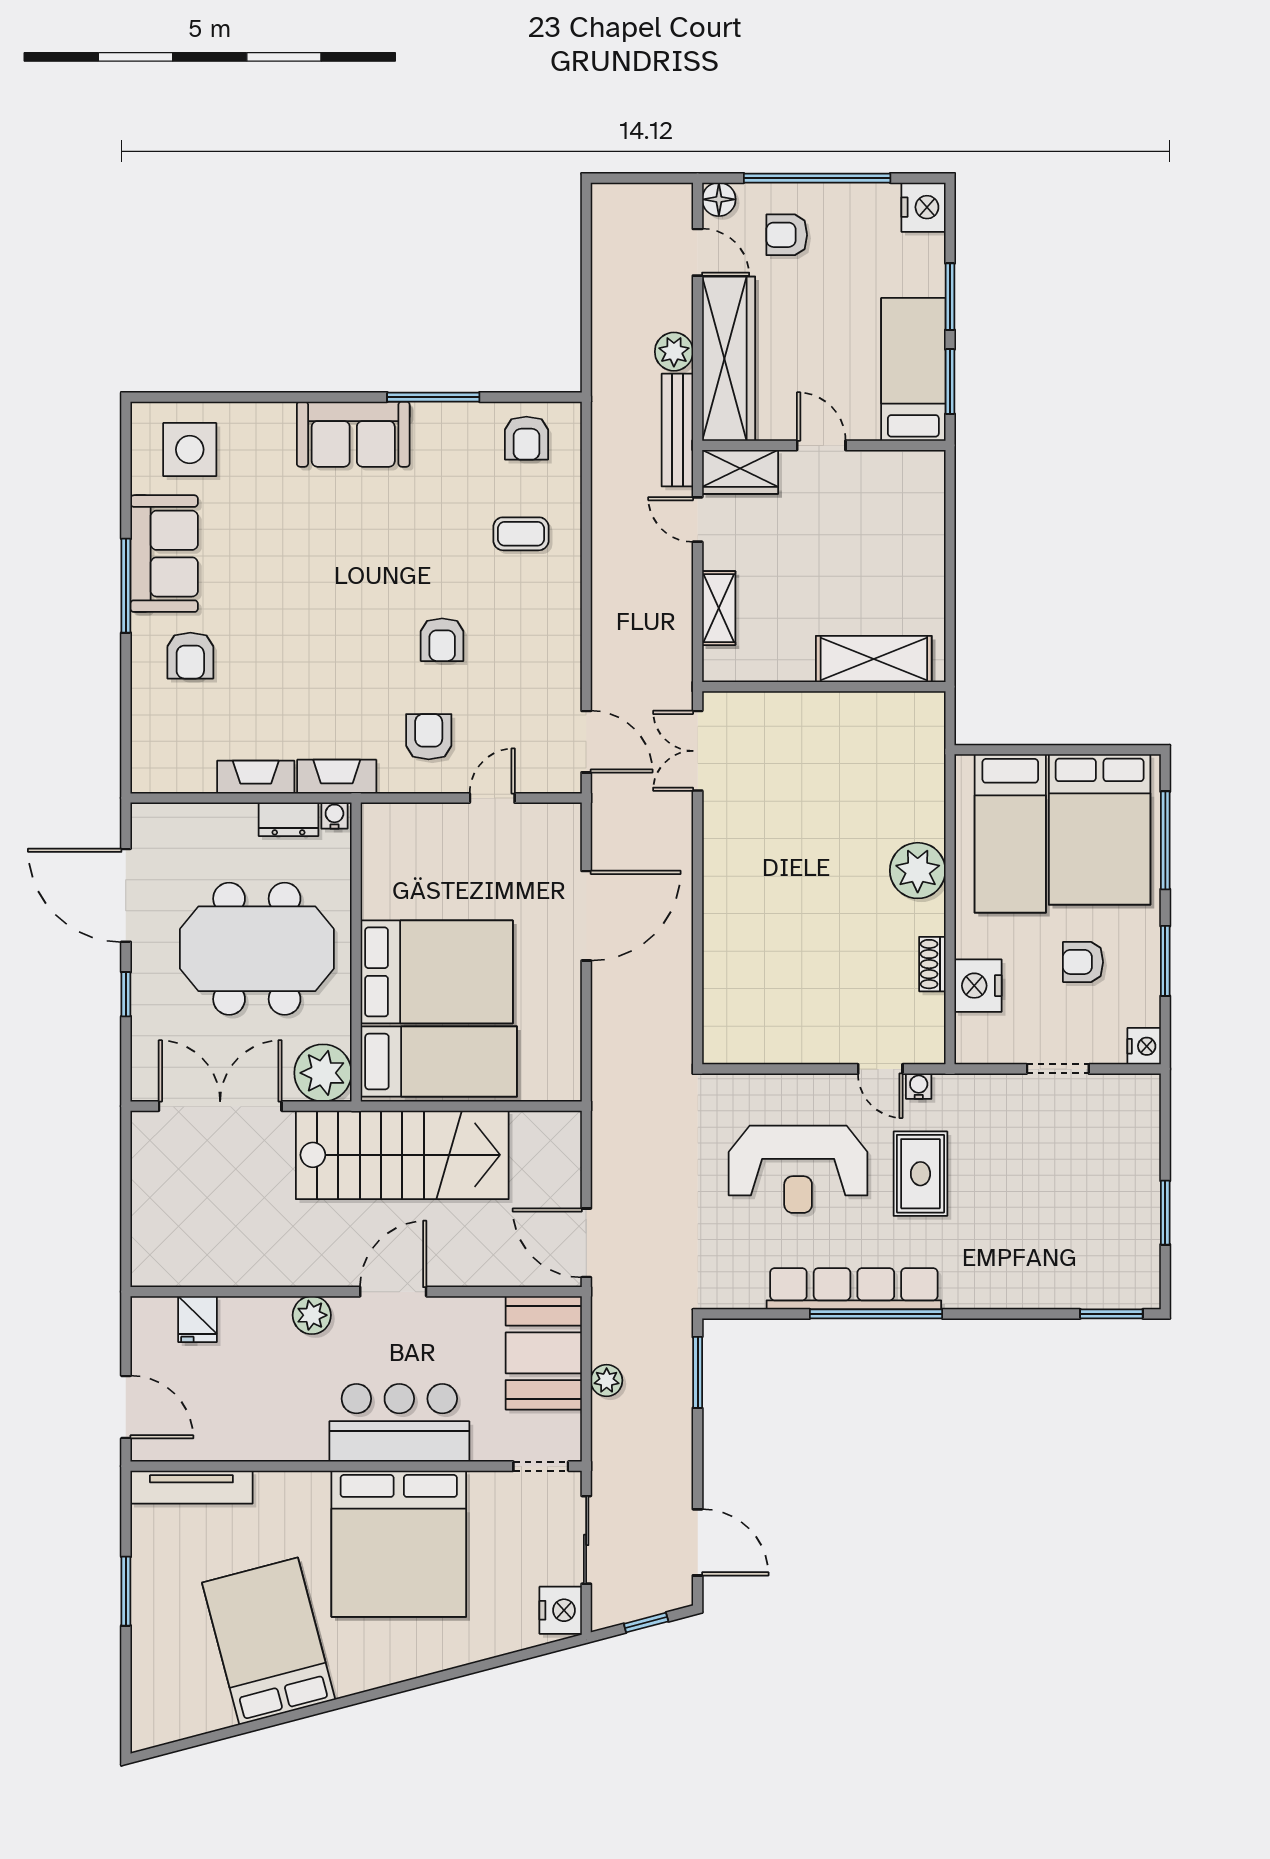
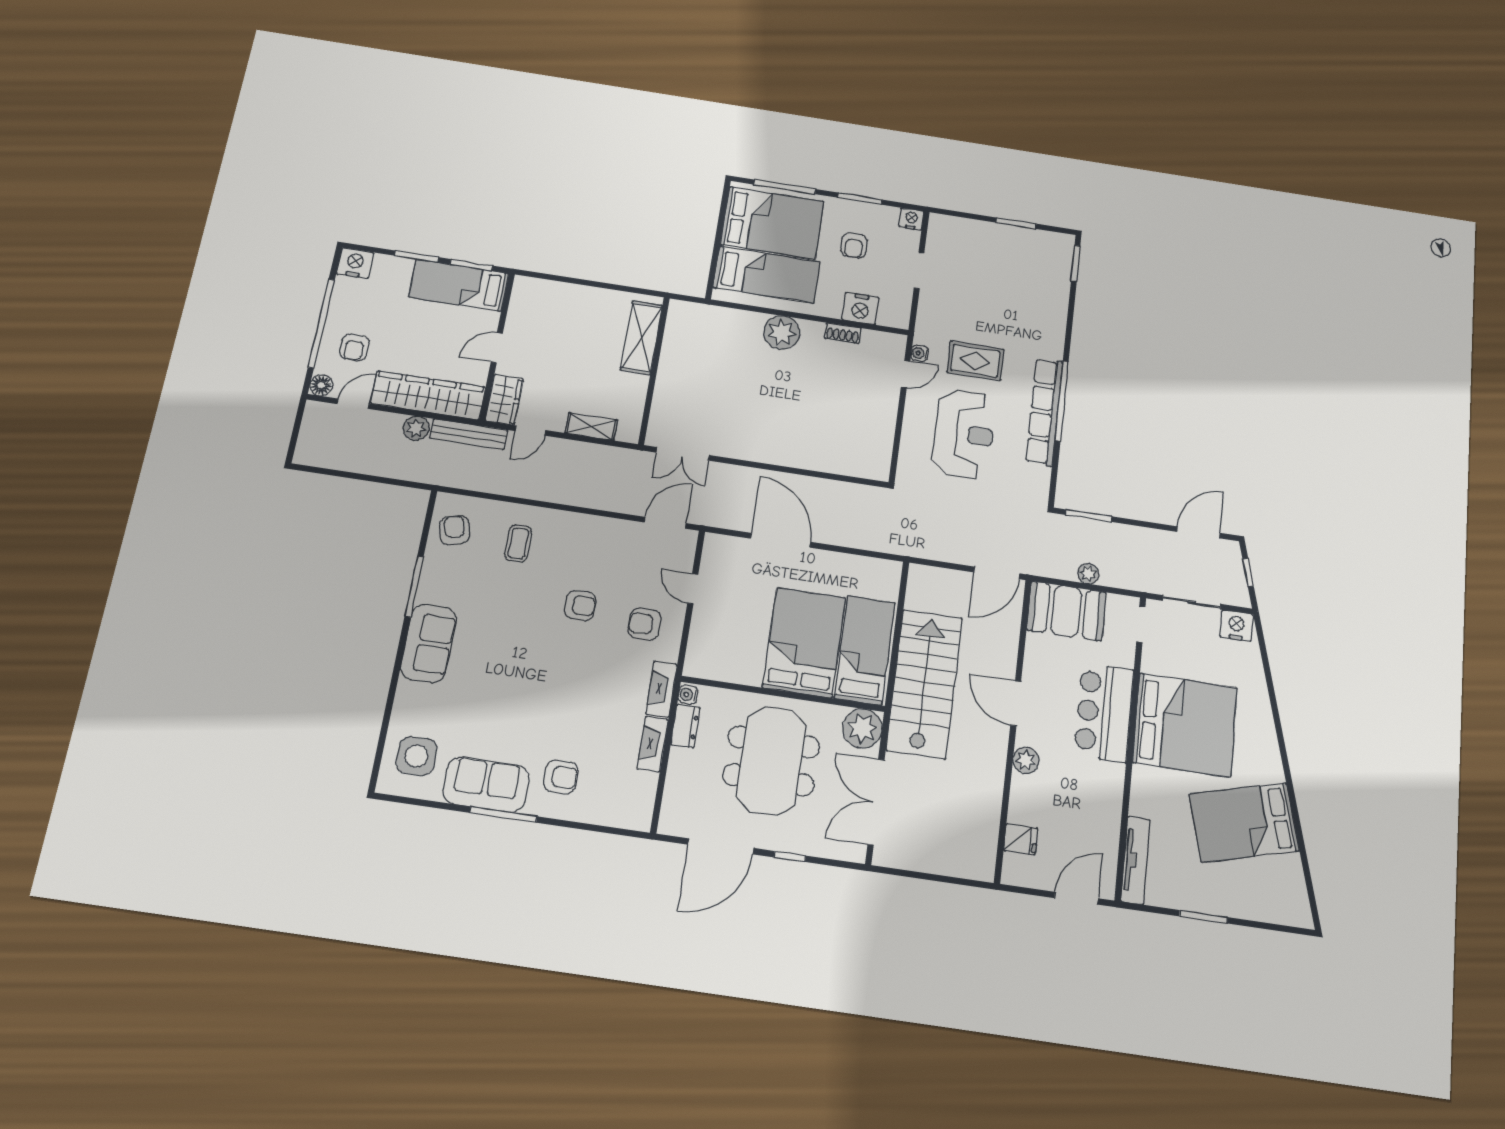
armchair: (526, 438) -> (455, 530), turned -104

